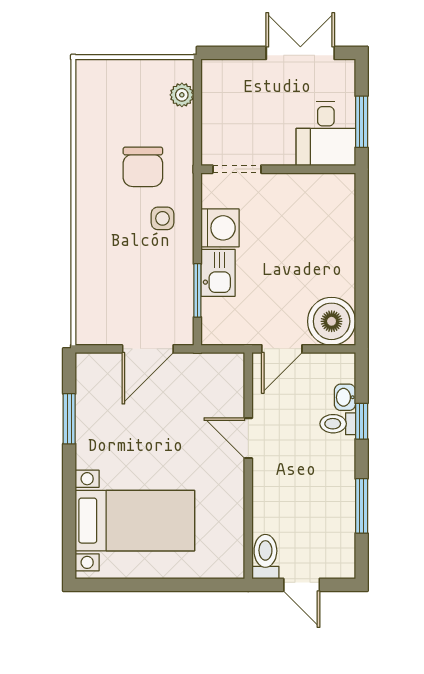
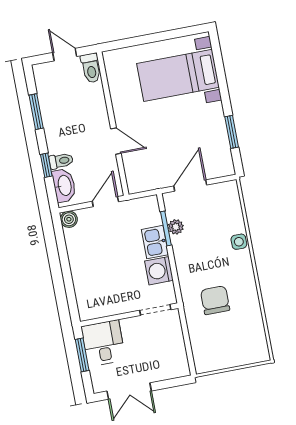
plant: (182, 95) -> (176, 227), moved
side table: (162, 218) -> (239, 242), moved
boiler: (332, 321) -> (69, 219), width x0.54, depth x0.54
washbasin: (345, 397) -> (64, 185), width x1.91, depth x1.45

